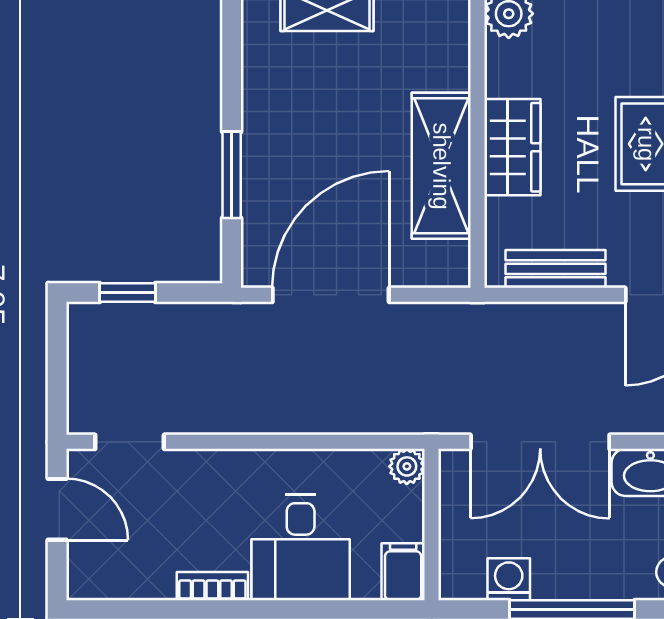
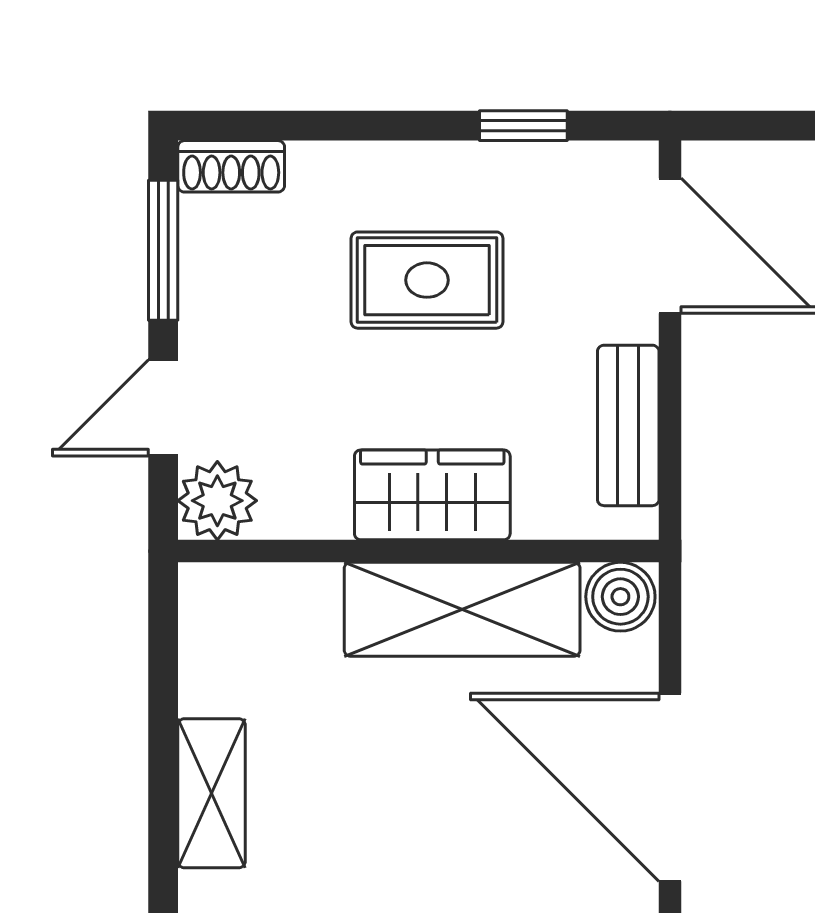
boiler: (449, 264) -> (620, 597), added

